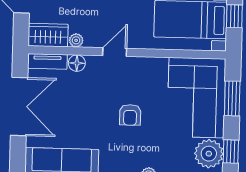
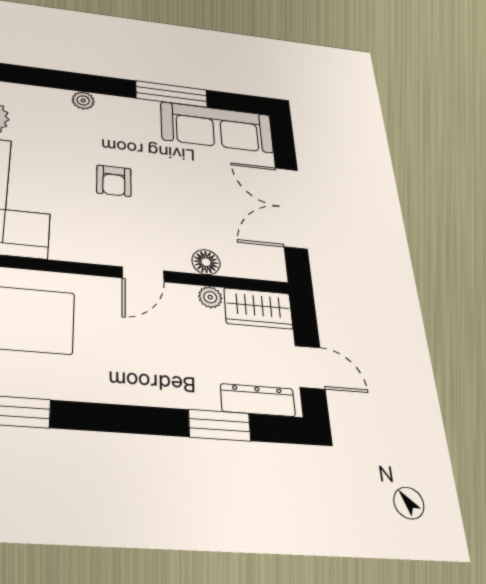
tv unit: (47, 61) -> (255, 268), removed
armchair: (130, 115) -> (114, 181), turned 180

